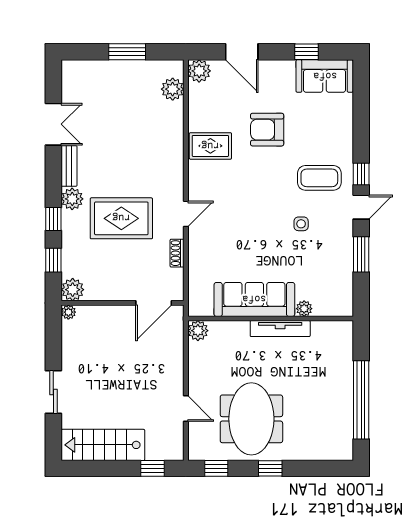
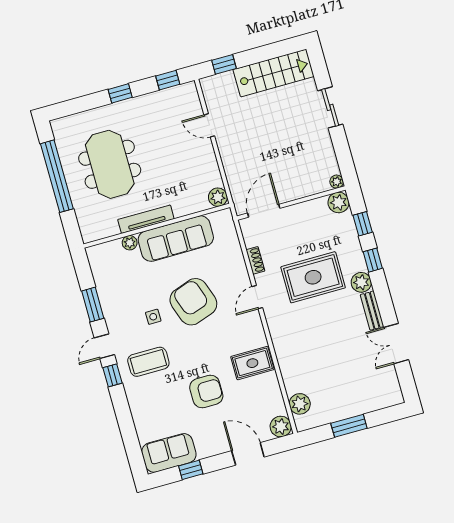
armchair: (254, 228) -> (193, 302), added
meeting table: (251, 419) -> (110, 164), moved

